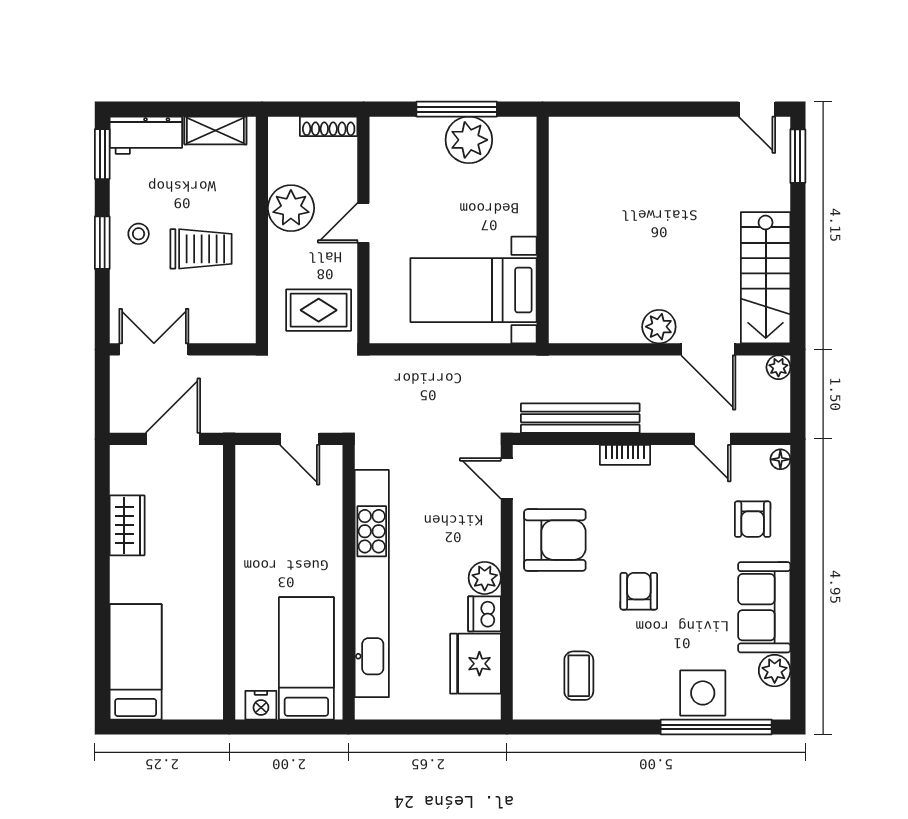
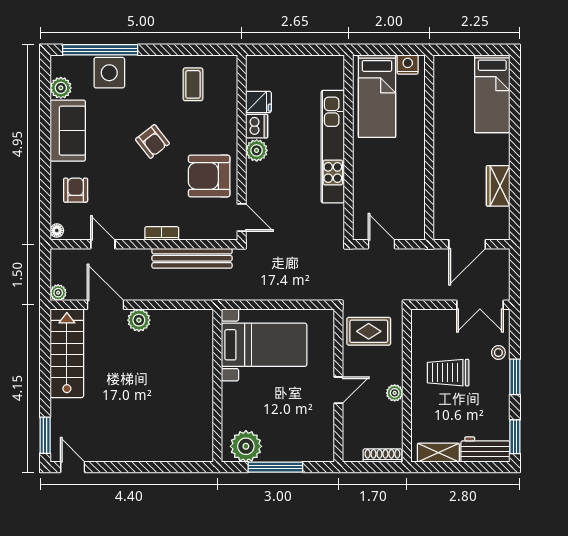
shoe rack: (329, 126) -> (382, 455), moved
plant: (469, 140) -> (246, 446), moved
plant: (291, 208) -> (395, 393), width x0.53, depth x0.53
stool: (139, 234) -> (498, 353), moved
kitchen unit: (372, 584) -> (333, 147), width x0.73
armchair: (639, 591) -> (152, 141), turned -38
fridge: (475, 664) -> (258, 102), width x0.53, depth x0.75

